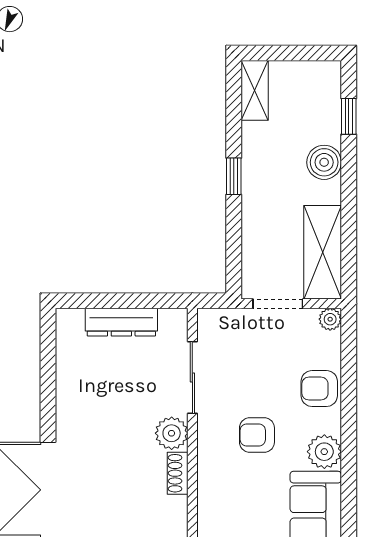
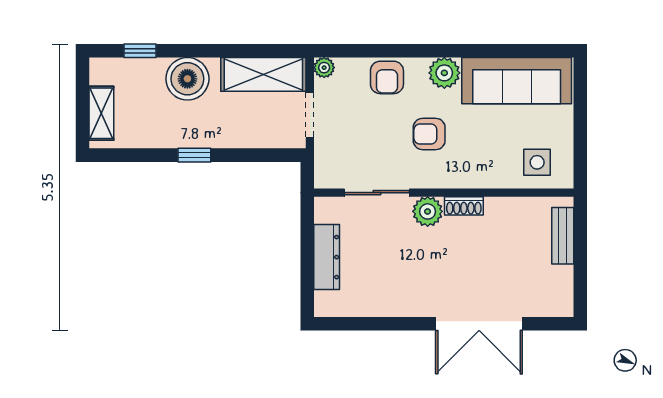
shelving: (255, 90) -> (101, 113), moved, turned 90
boiler: (324, 162) -> (187, 79), width x1.37, depth x1.37
armchair: (257, 435) -> (429, 134), turned 90

